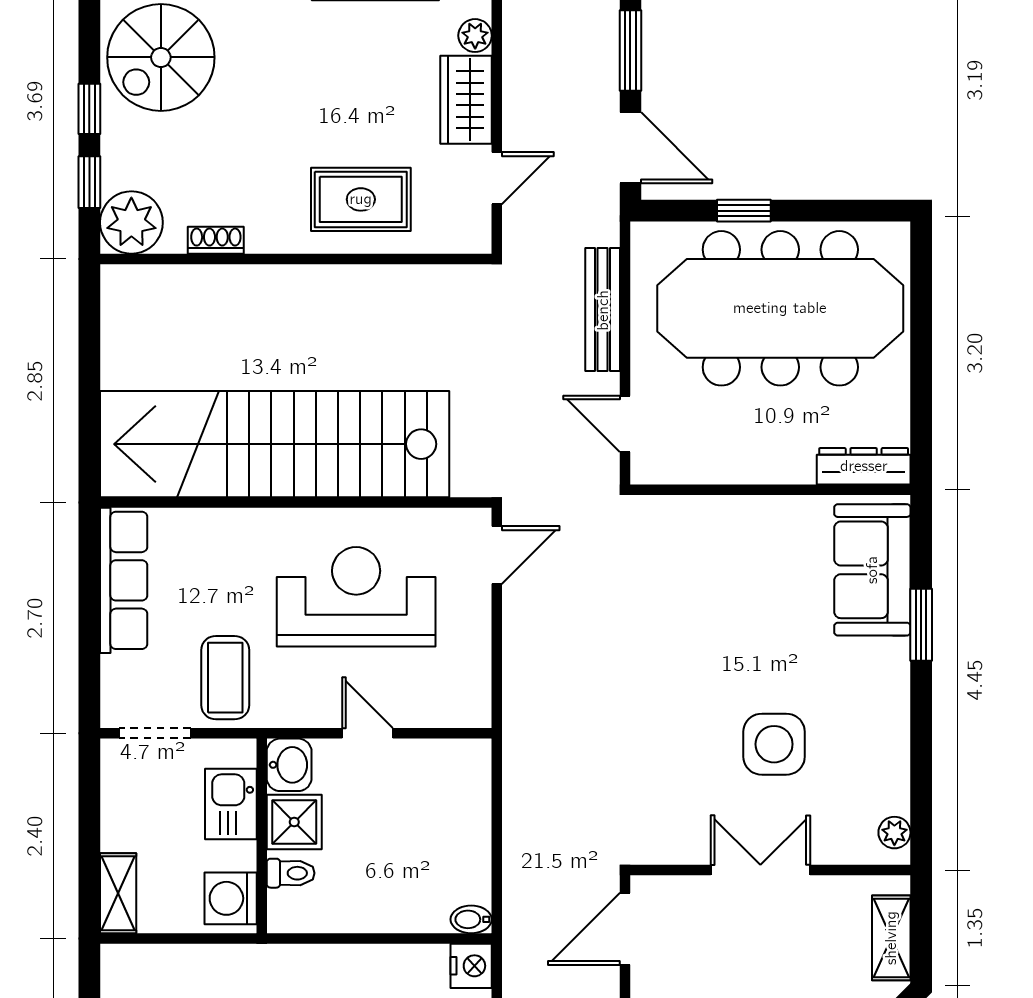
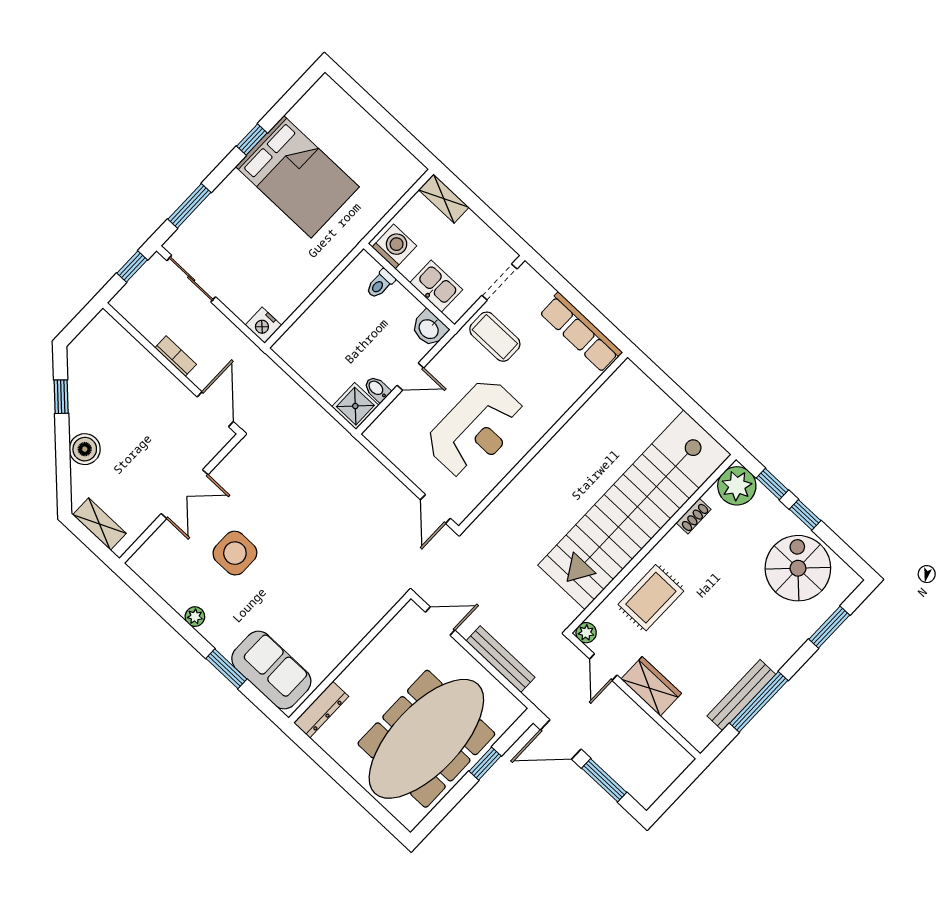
plant: (475, 36) -> (586, 633), moved
stairs: (275, 444) -> (635, 510), moved, turned 180
shower: (294, 822) -> (355, 406), moved
plant: (894, 833) -> (195, 617), moved
bidet: (471, 919) -> (377, 389), moved, turned -90

